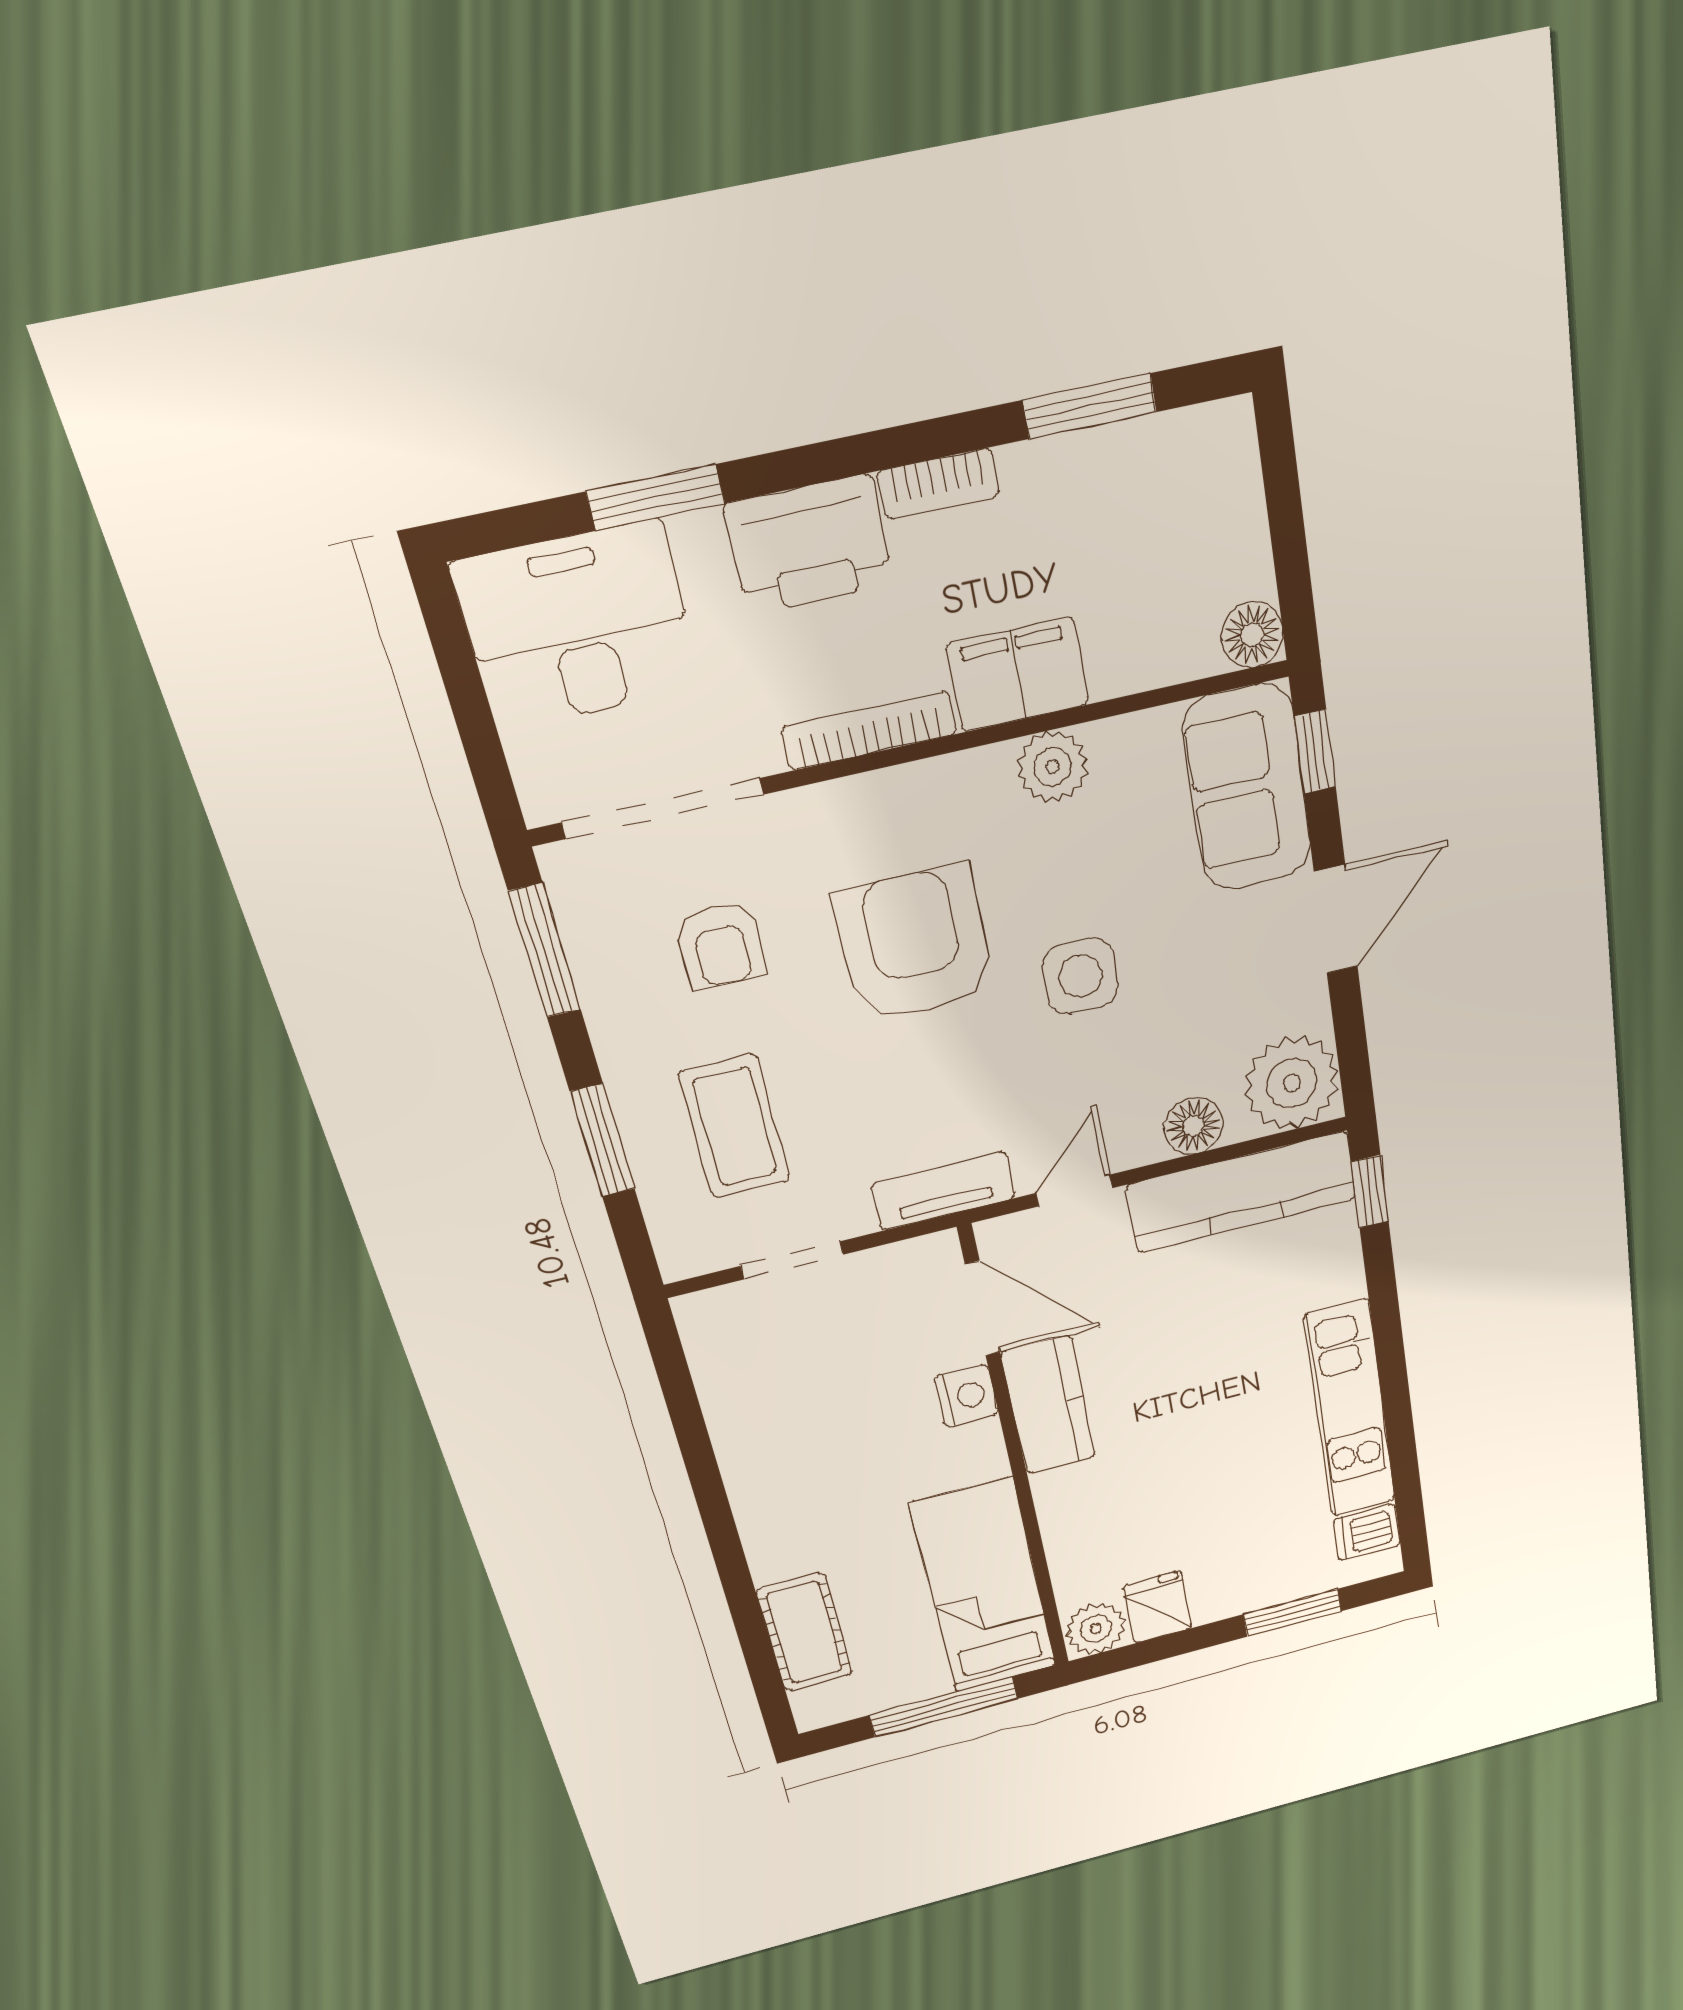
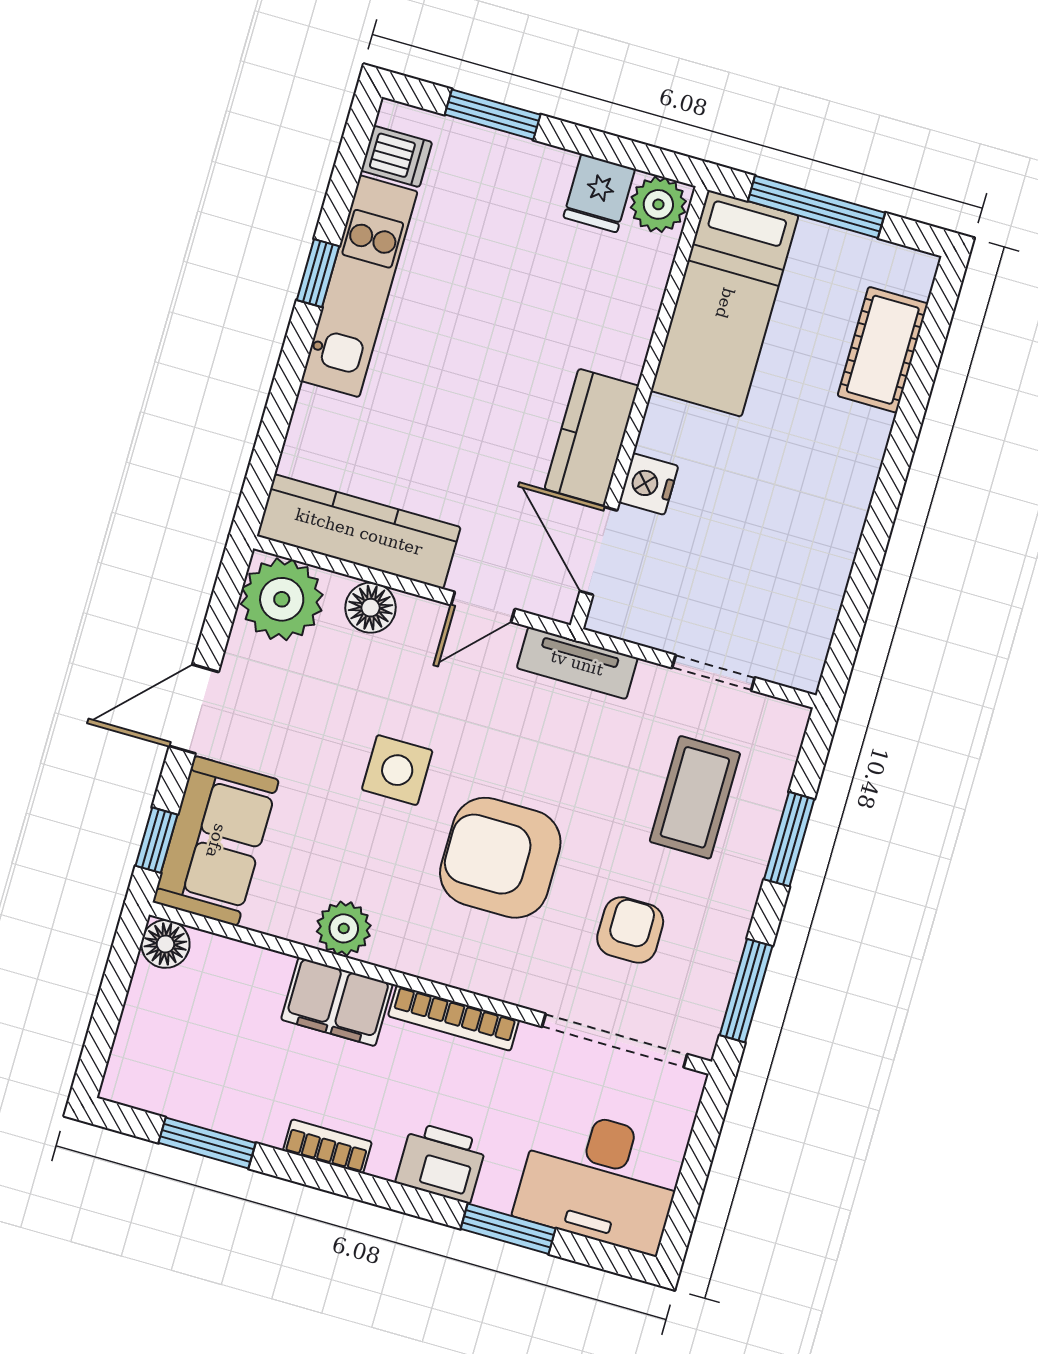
printer: (809, 545) -> (441, 1163), width x0.73, depth x0.84
armchair: (915, 945) -> (500, 858), turned 90
window: (1370, 1191) -> (318, 273), moved

